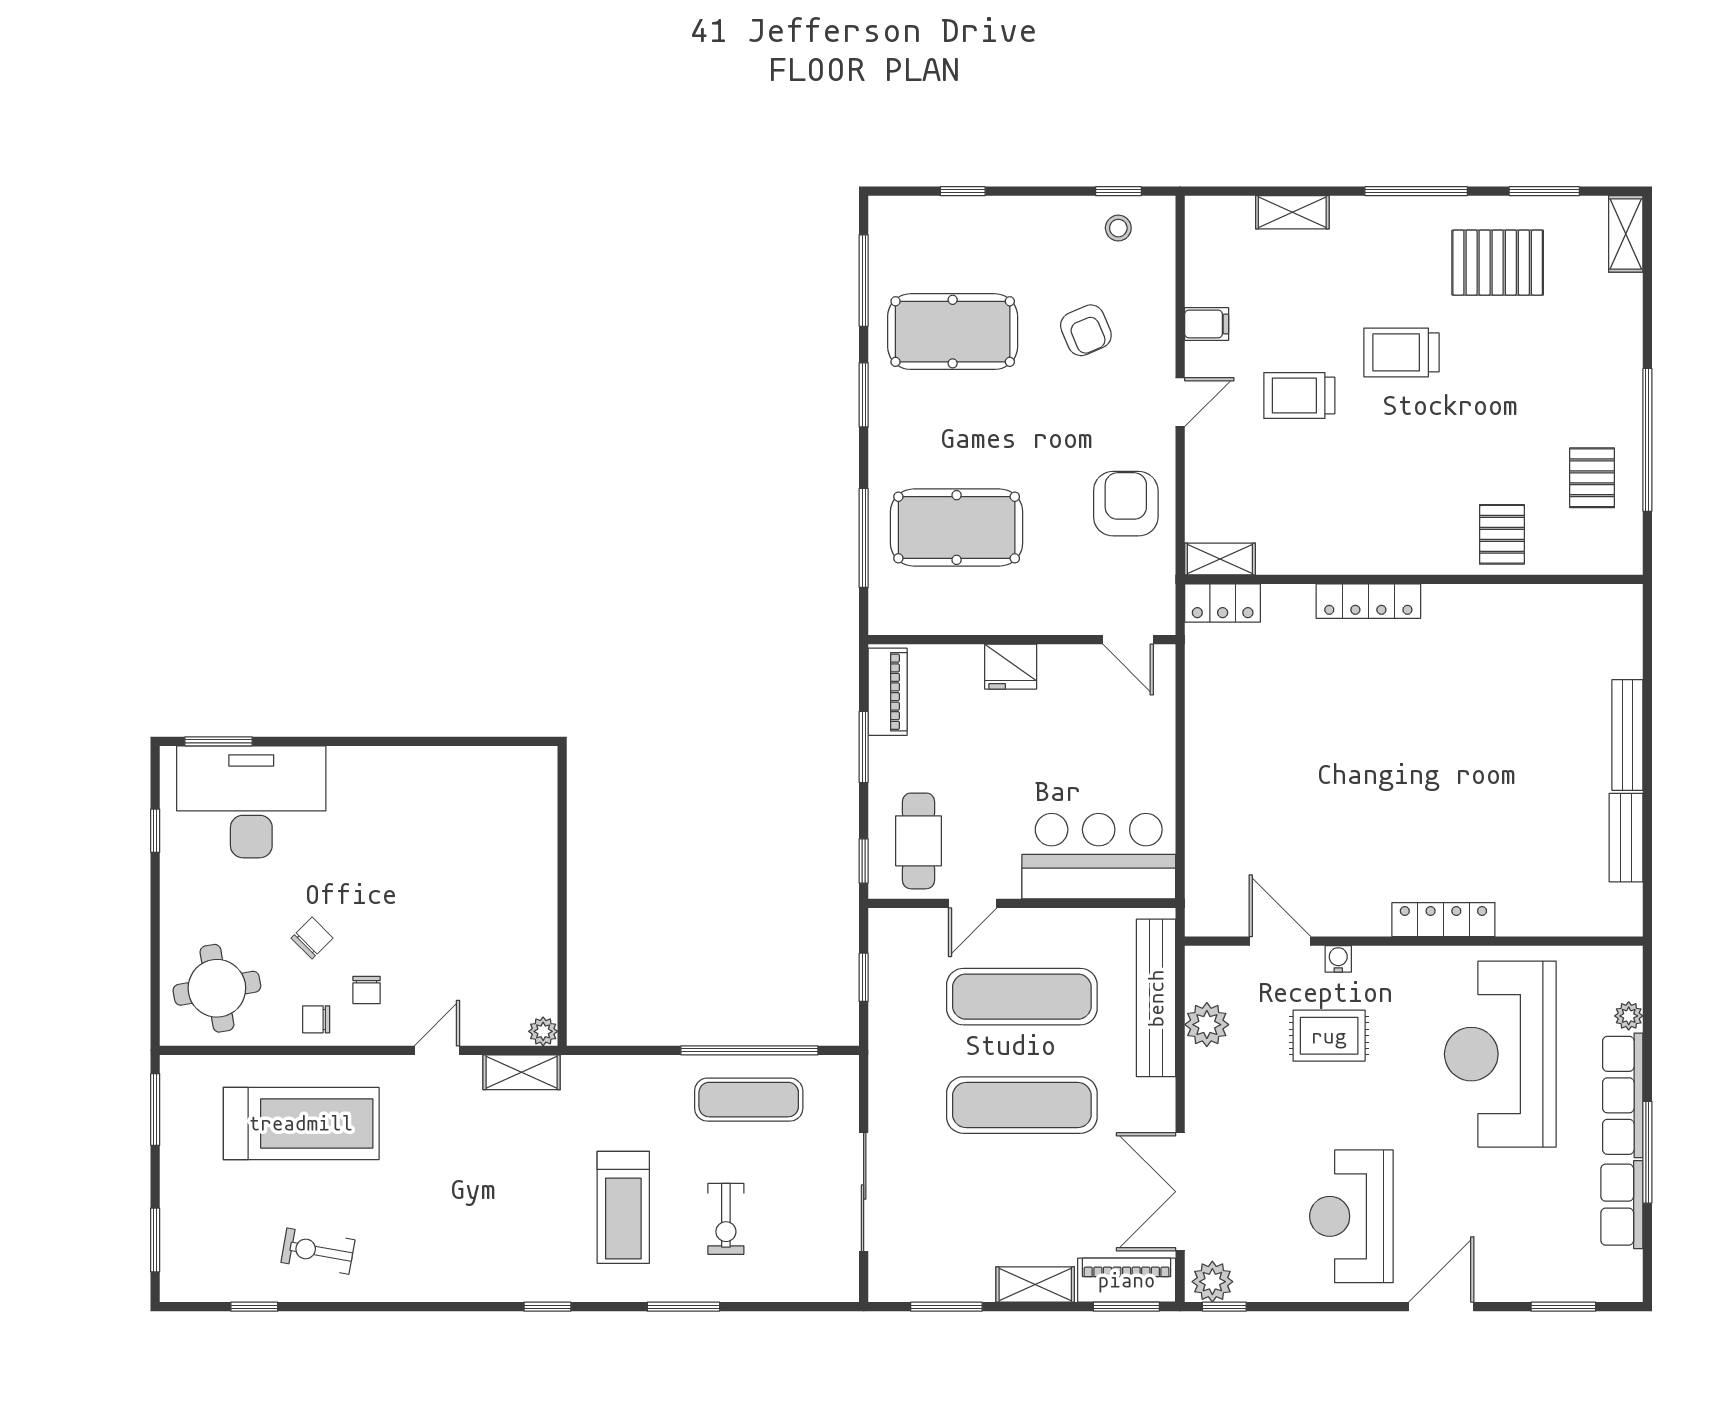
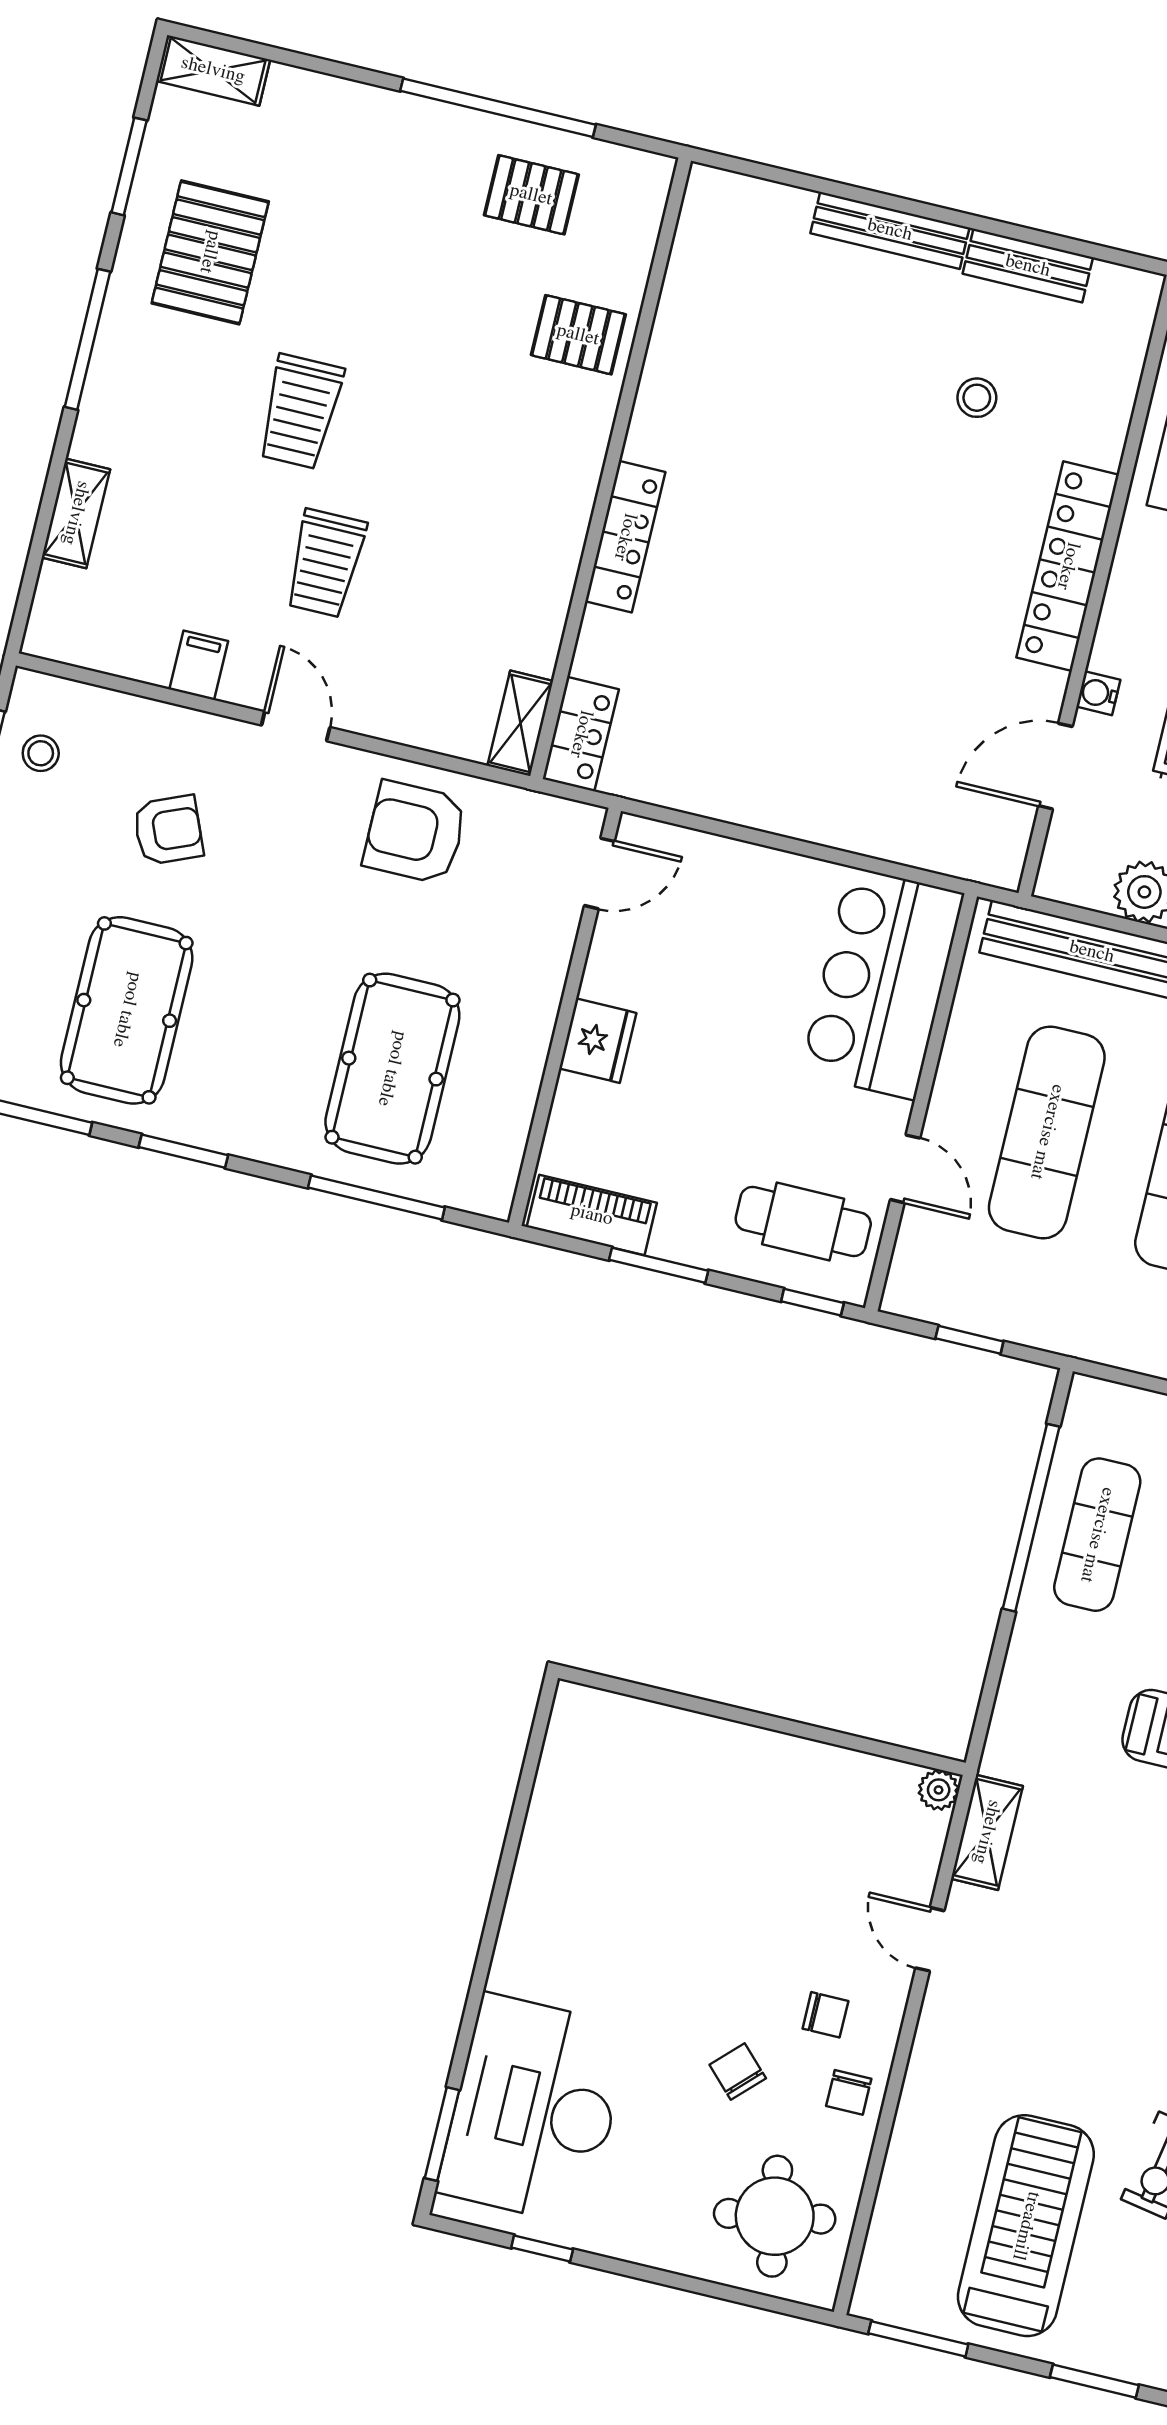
stool: (1525, 824) -> (977, 398), added
locker: (1443, 920) -> (1068, 566), width x1.41, depth x1.21
treadmill: (301, 1123) -> (1026, 2226), moved

